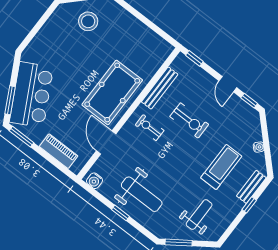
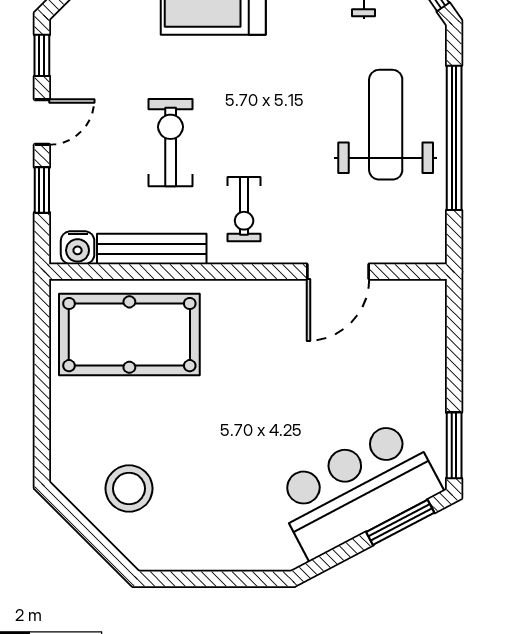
window: (194, 58) -> (42, 190), moved
pool table: (112, 92) -> (129, 335), moved
piano: (59, 151) -> (427, 351), removed
water cooler: (95, 181) -> (78, 248), moved, turned 90
window: (120, 213) -> (454, 138), width x3.17

